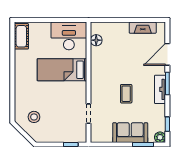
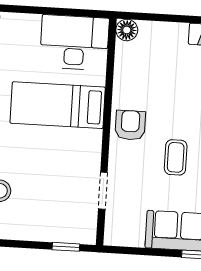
floor lamp: (96, 40) -> (127, 30), moved
armchair: (101, 78) -> (130, 125), added

